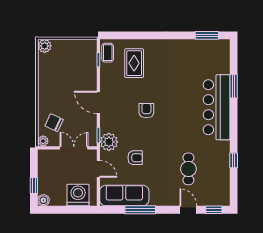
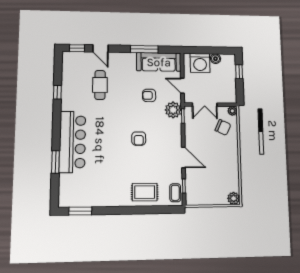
rug: (134, 63) -> (145, 192), moved, turned 90
door: (98, 102) -> (183, 157), moved
boiler: (43, 200) -> (216, 59), moved

